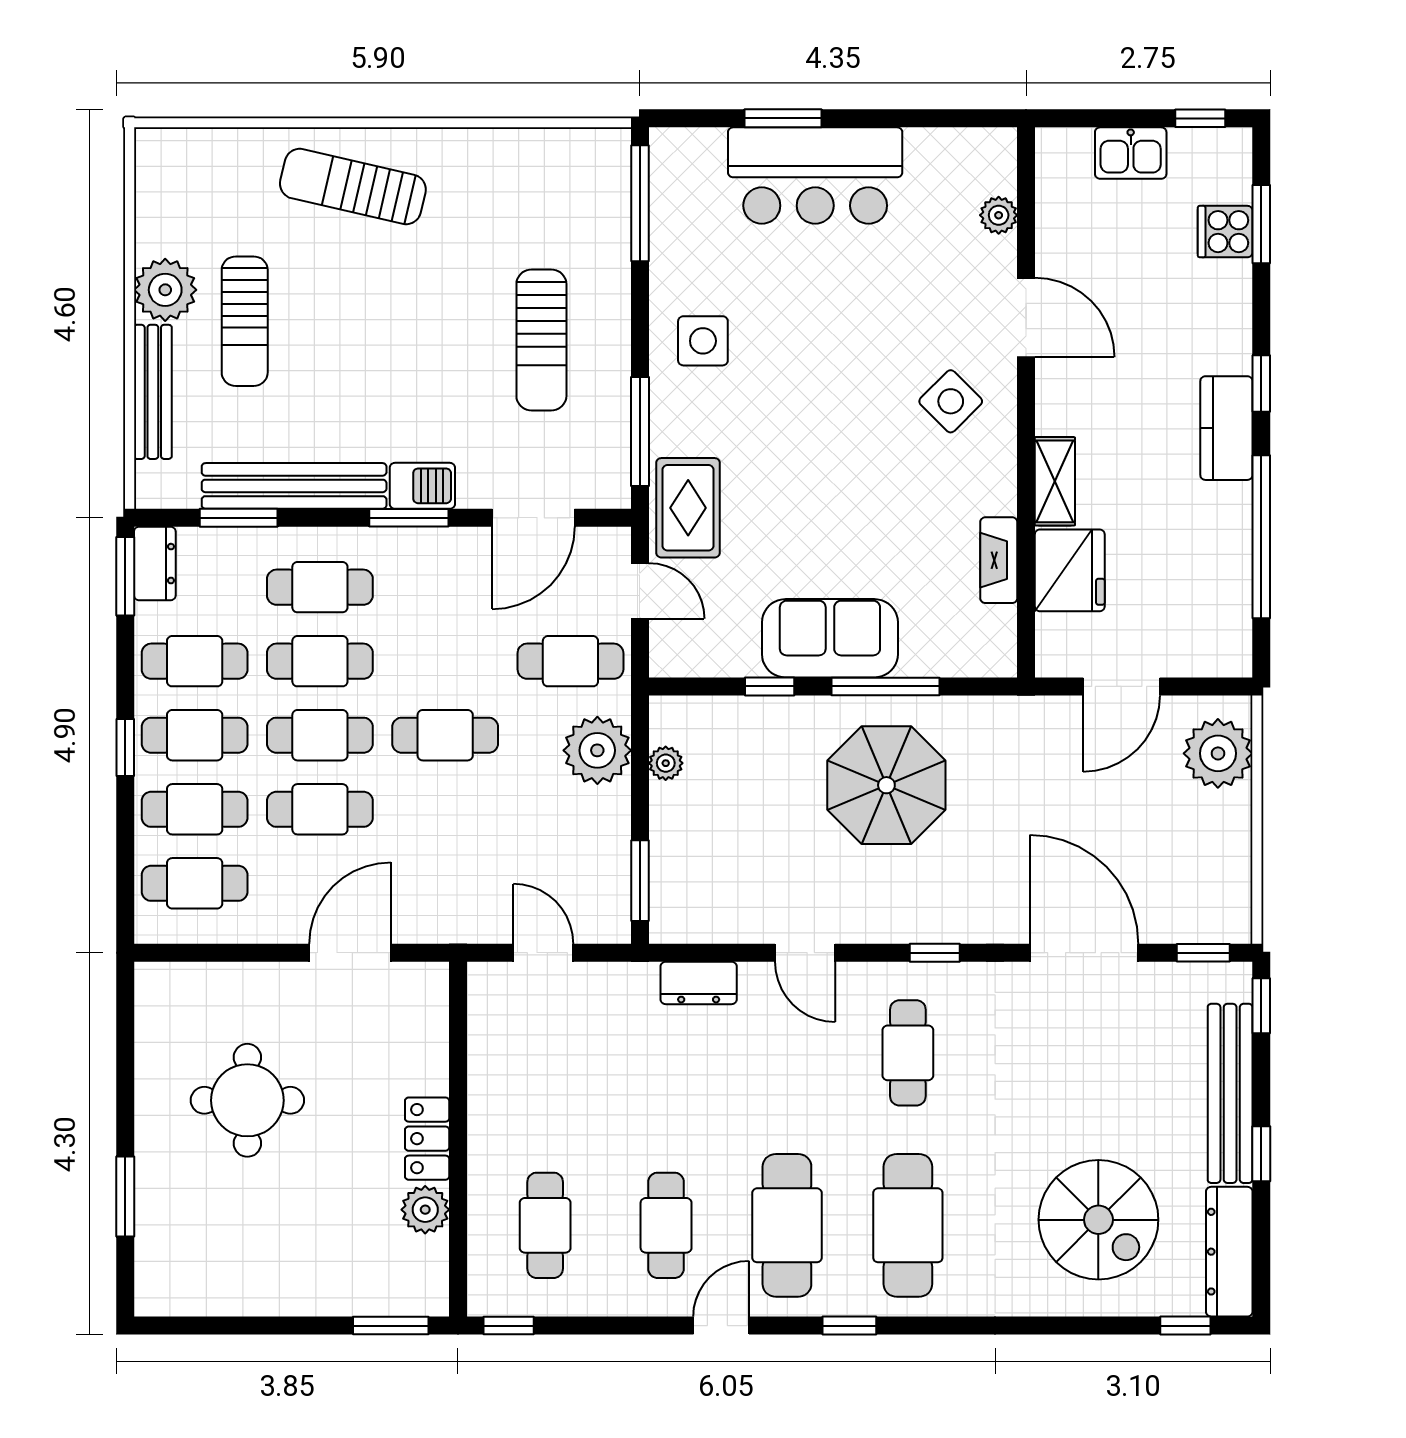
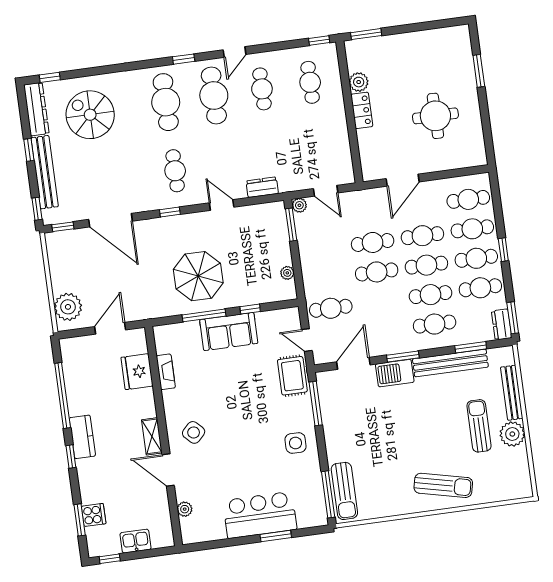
sun lounger: (541, 340) -> (344, 491), moved, turned 180
shelving: (1055, 481) -> (152, 436), moved
barbecue: (422, 486) -> (395, 373), width x1.38, depth x1.27
plant: (597, 750) -> (299, 205), moved, width x0.53, depth x0.53
cafe table: (445, 809) -> (373, 242), added

